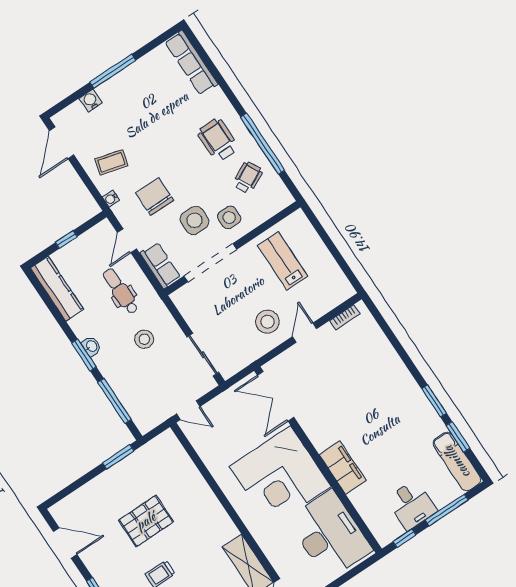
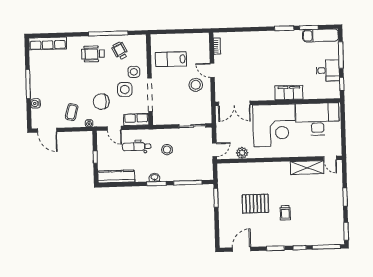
plant: (209, 454) -> (242, 153), added
pallet: (146, 521) -> (255, 204), turned 90

